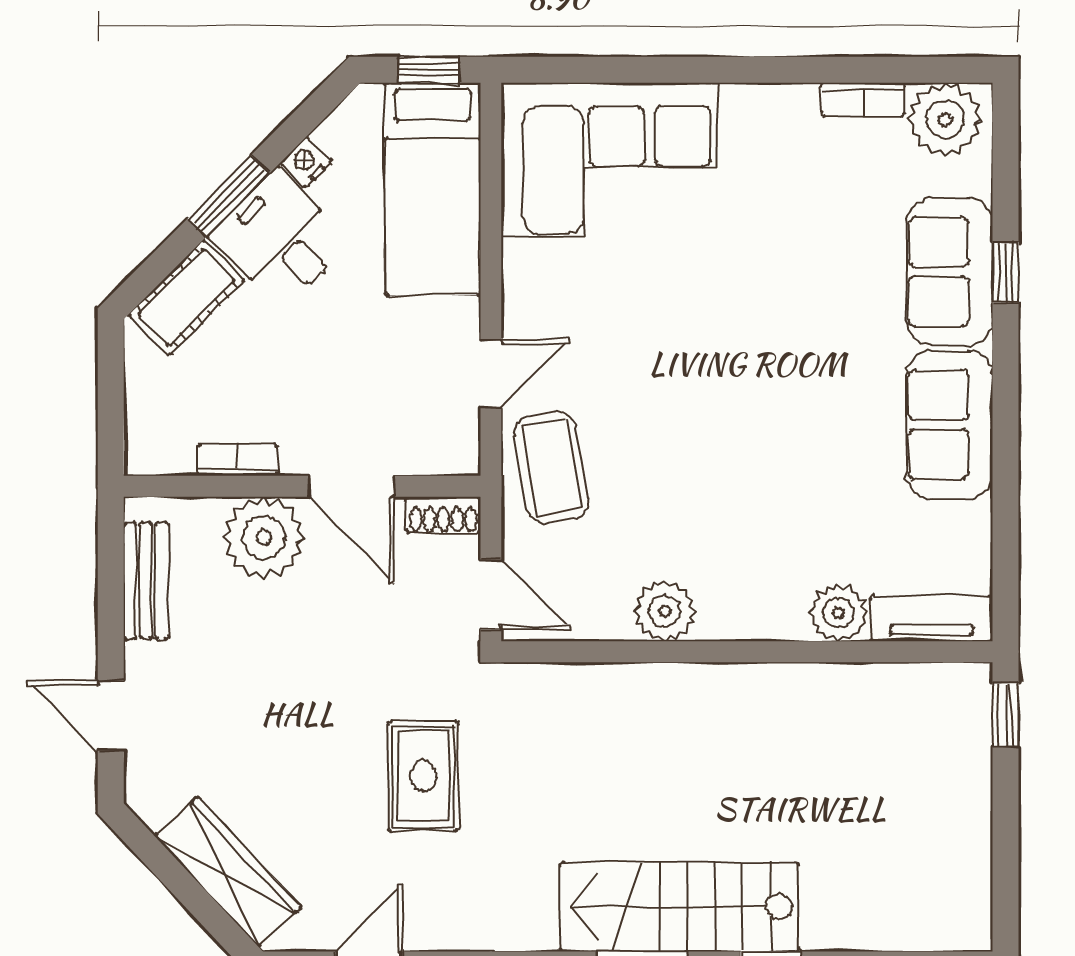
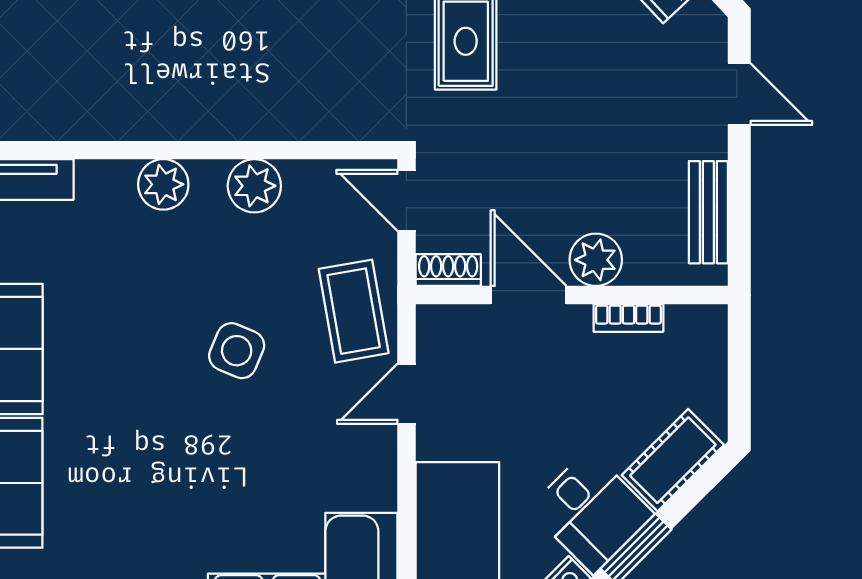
side table: (685, 423) -> (237, 351), added
plant: (264, 537) -> (596, 260), width x0.73, depth x0.73
plant: (838, 613) -> (163, 184), moved

